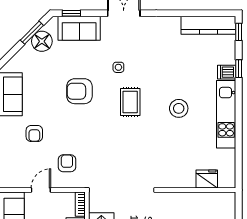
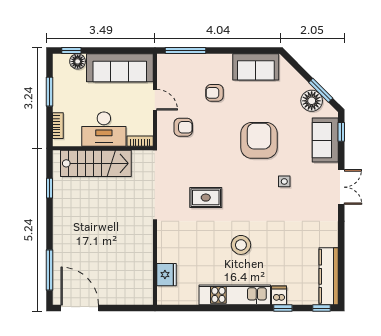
armchair: (79, 91) -> (259, 140), width x1.36, depth x1.36
rug: (130, 102) -> (206, 198), moved

